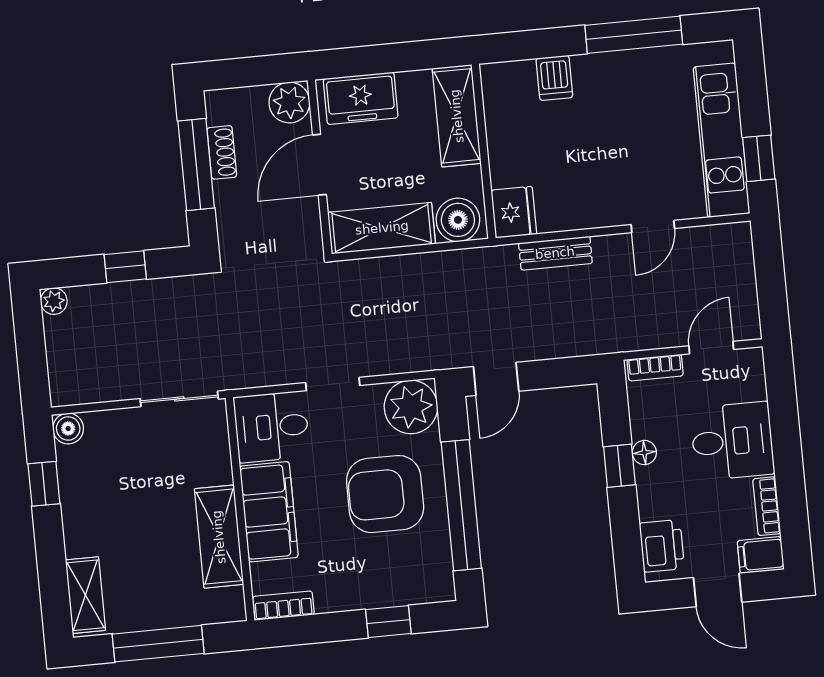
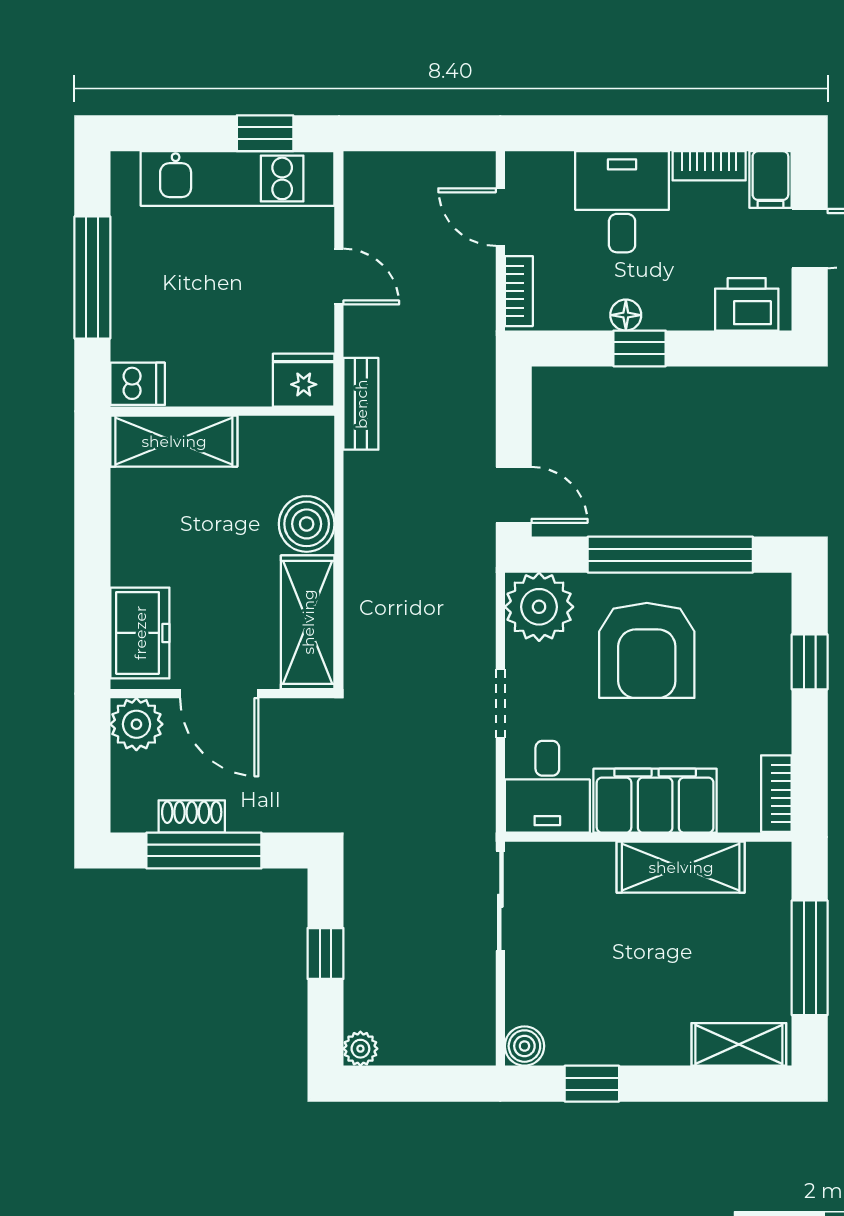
shelving: (457, 116) -> (174, 441), moved
wall: (484, 151) -> (222, 411), moved
fridge: (514, 212) -> (304, 380), moved

